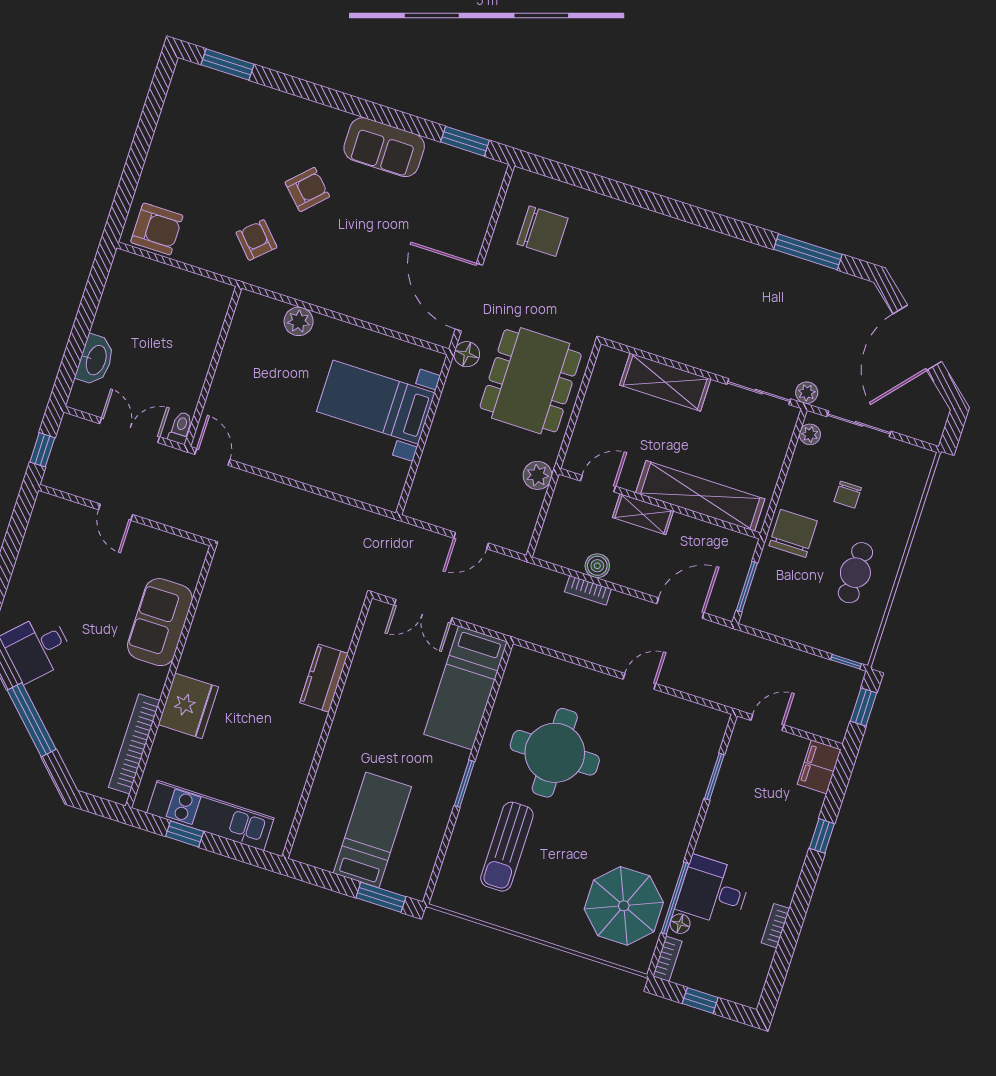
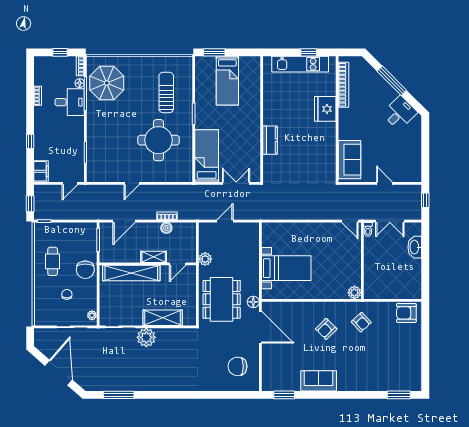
armchair: (307, 189) -> (326, 329), moved
plant: (299, 321) -> (354, 293), moved
plant: (807, 393) -> (146, 337), moved, width x1.88, depth x1.88
sofa: (160, 622) -> (350, 160), moved

